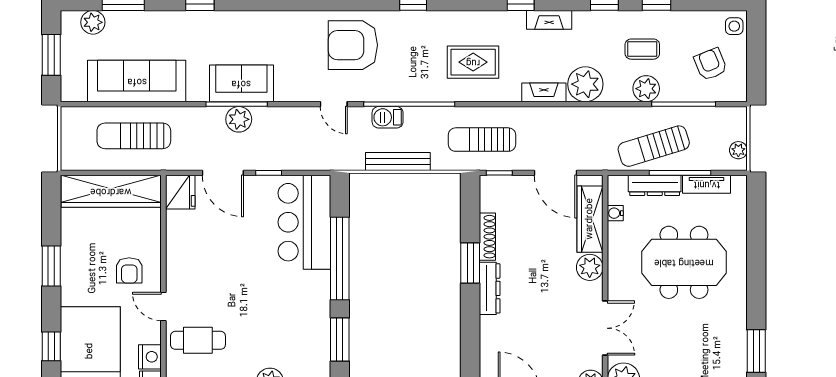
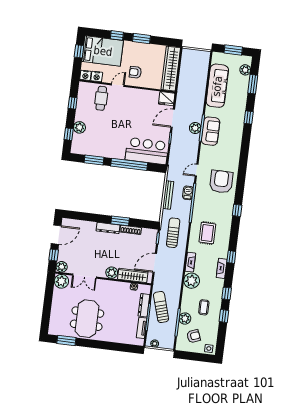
plant: (646, 89) -> (185, 319), moved
sun lounger: (134, 136) -> (194, 82), removed
meeting table: (684, 262) -> (87, 319), moved
window: (51, 346) -> (117, 35), moved

